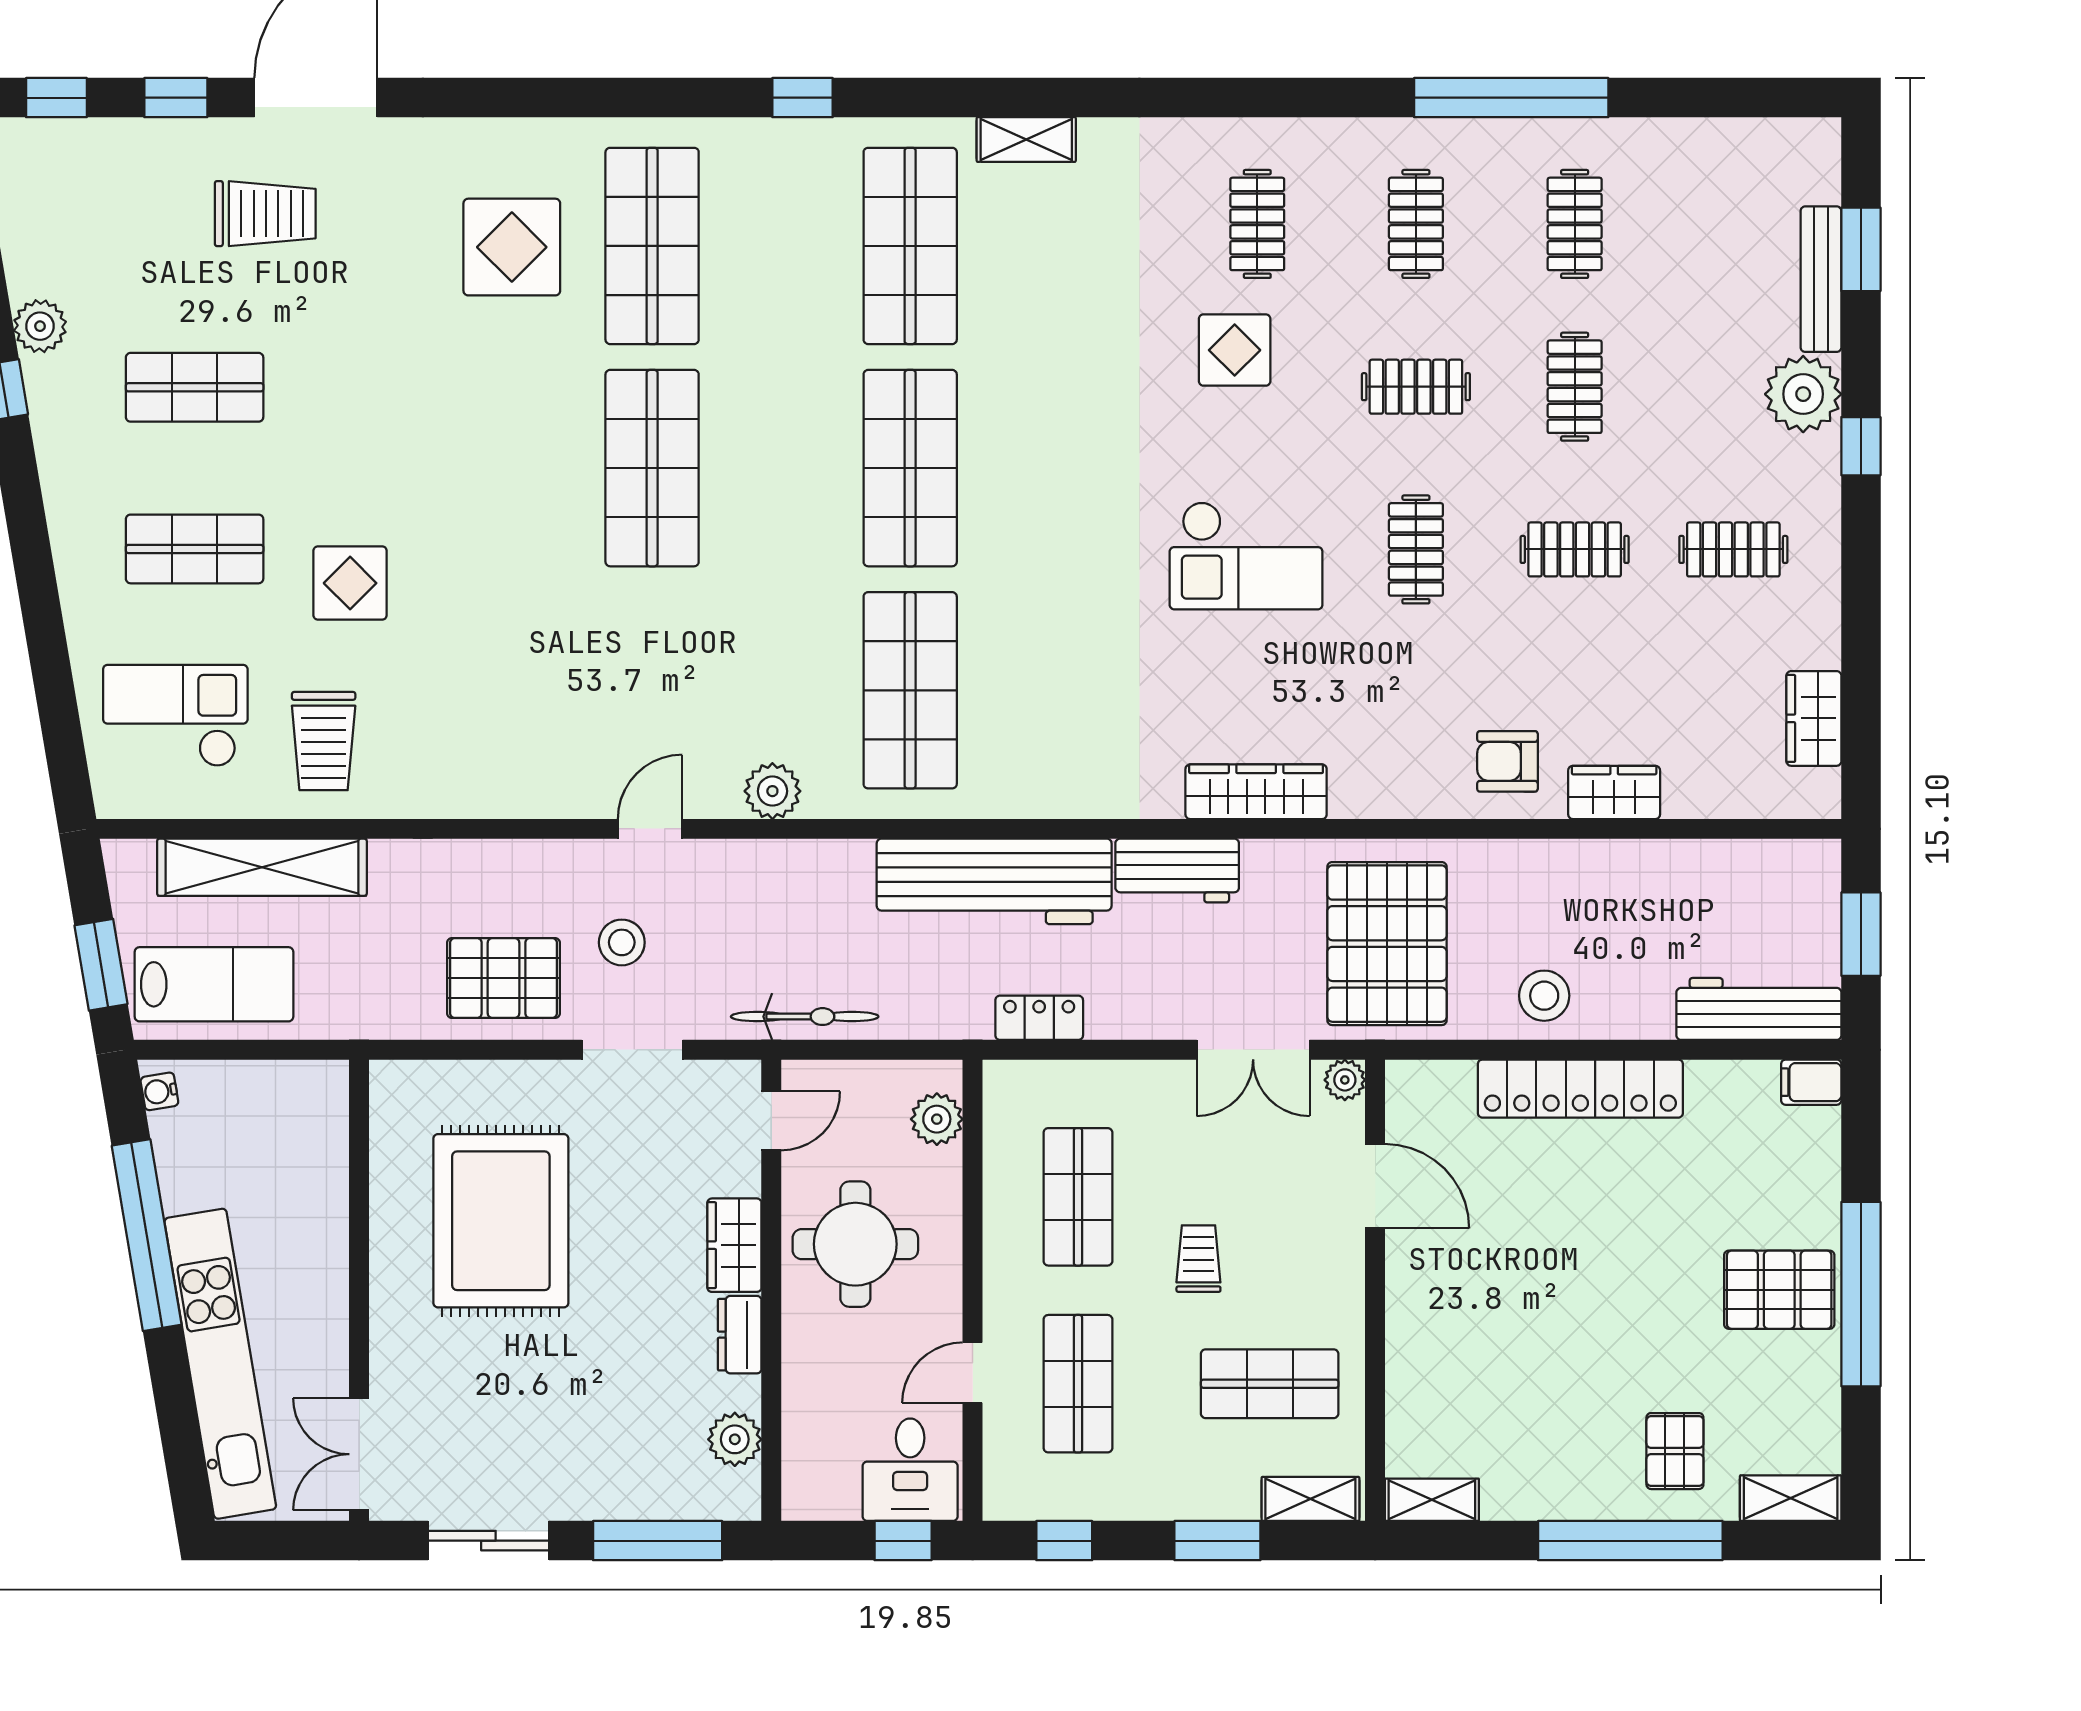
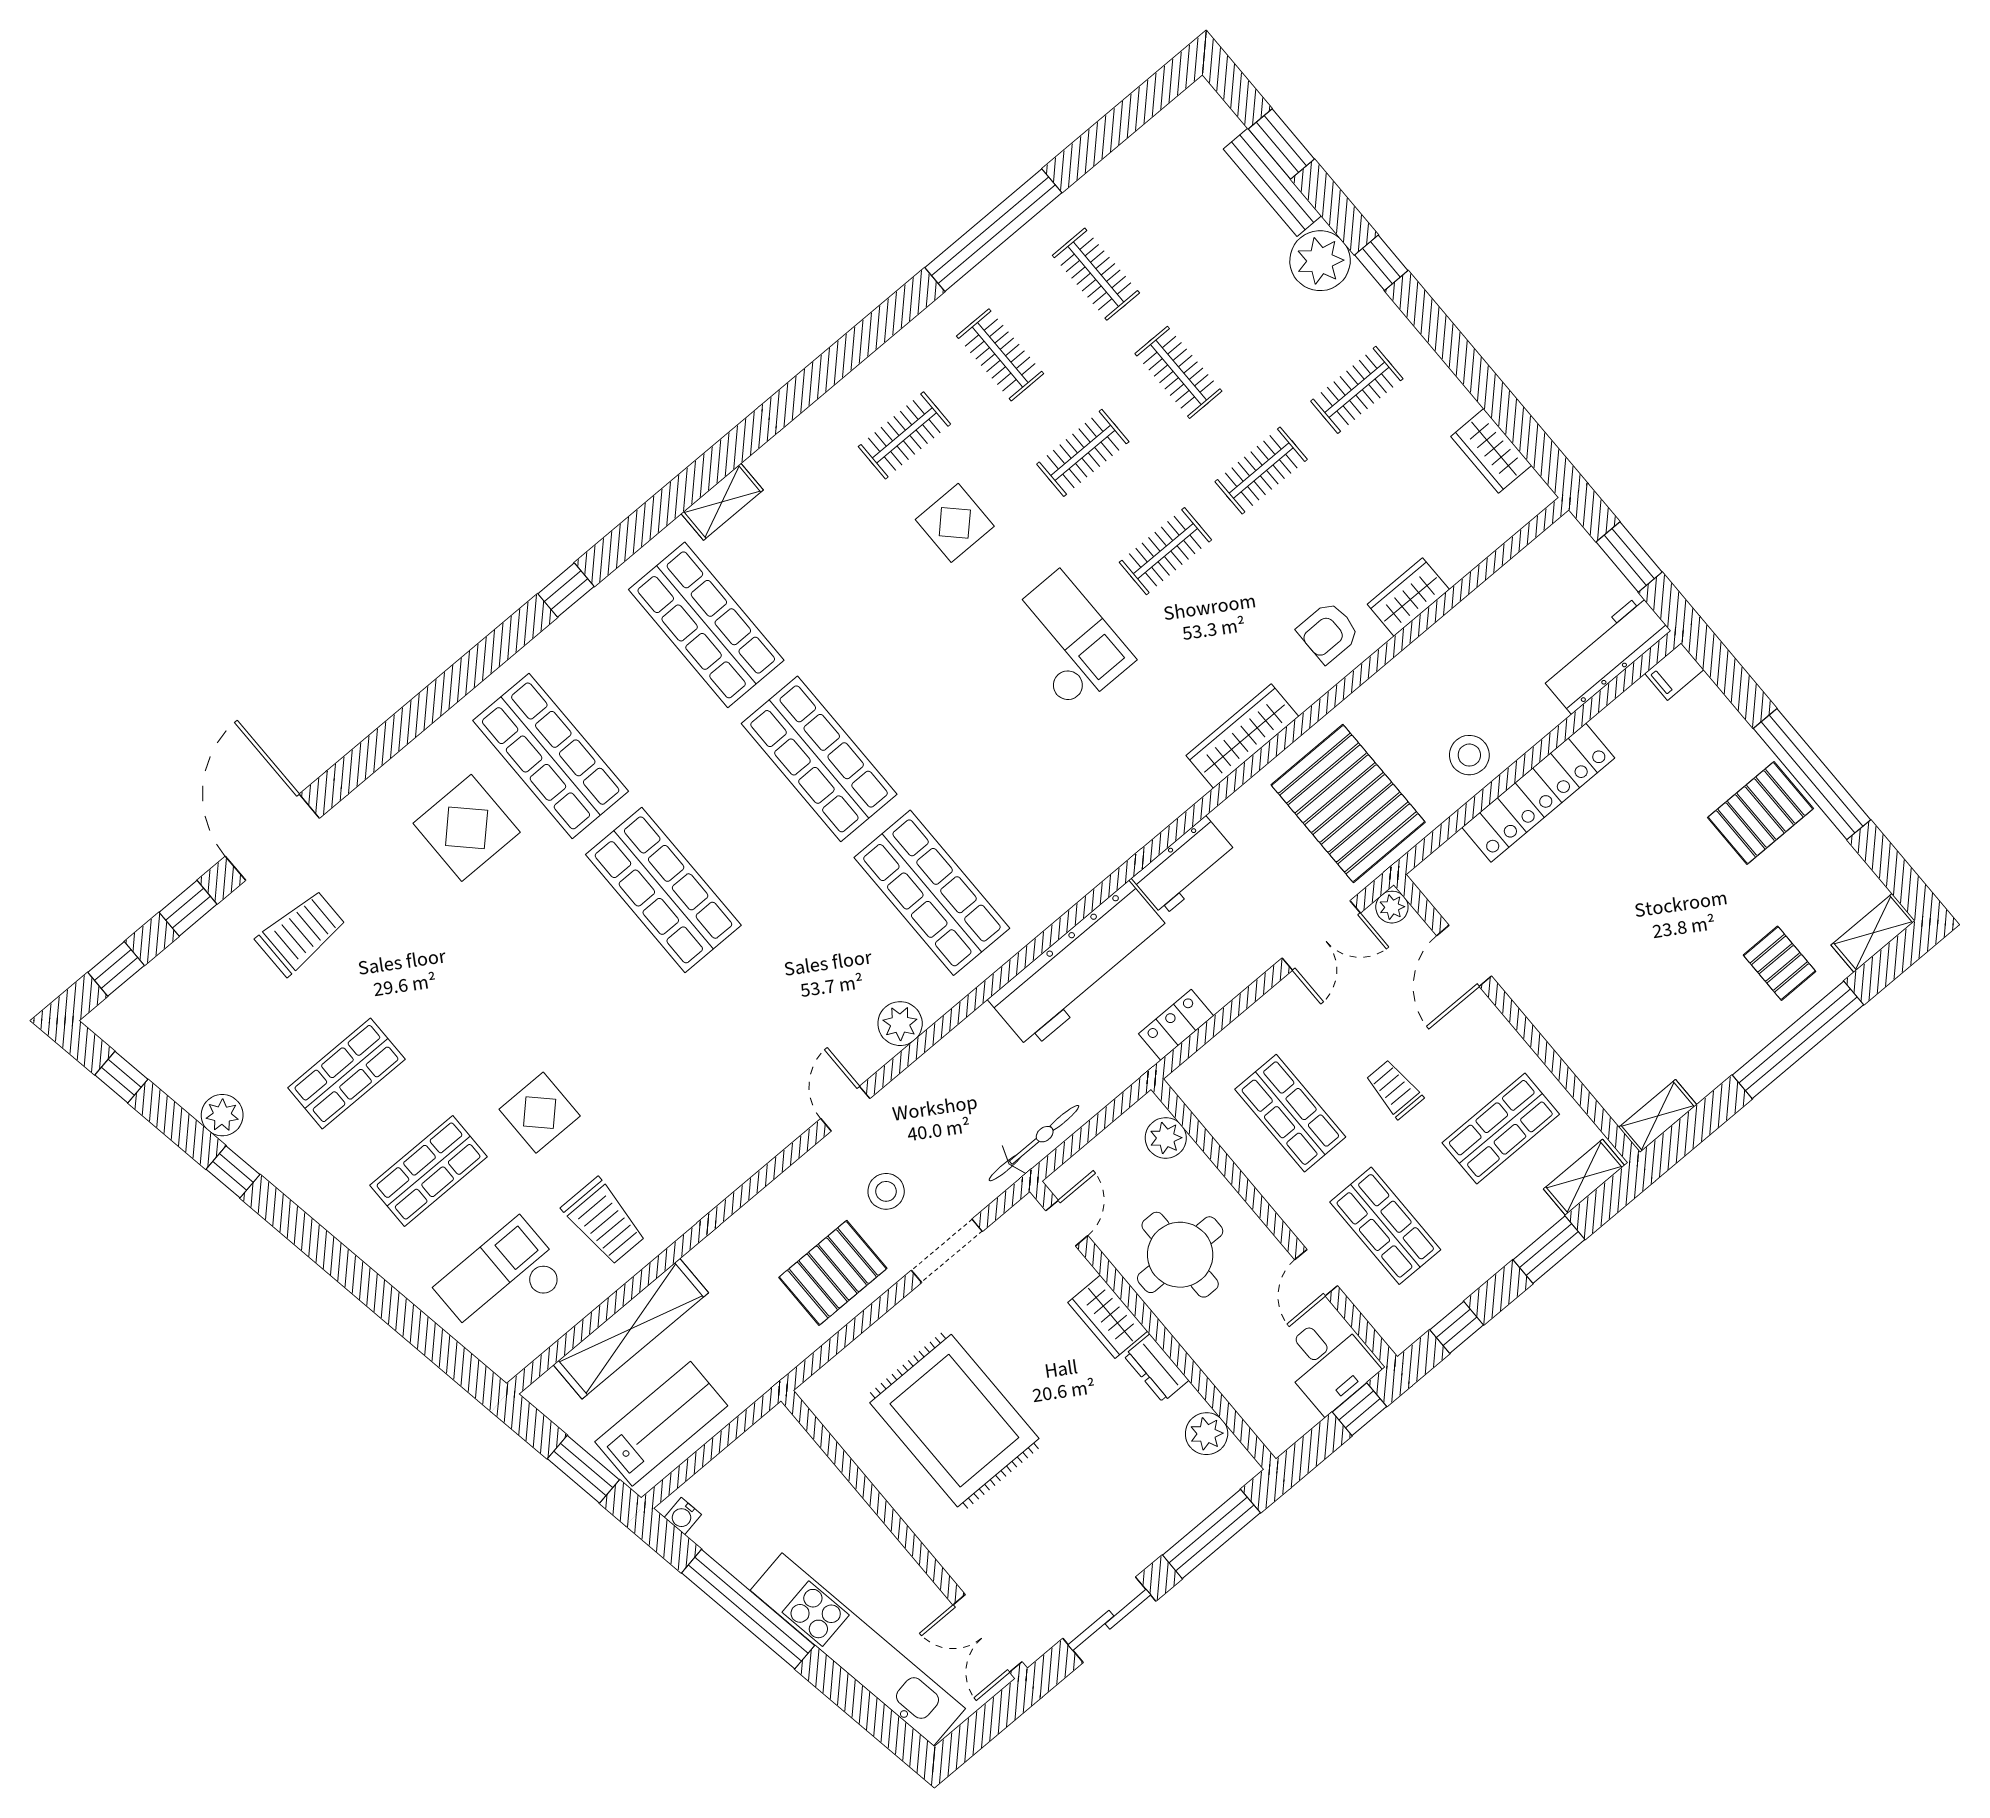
clothes rail: (1257, 224) -> (904, 435), turned 90
clothes rail: (1416, 549) -> (1165, 551), turned 90
checkout: (1246, 556) -> (1066, 641), turned -90
wardrobe: (1256, 792) -> (1242, 736), moved
door: (1375, 1186) -> (1464, 956), swing flipped

